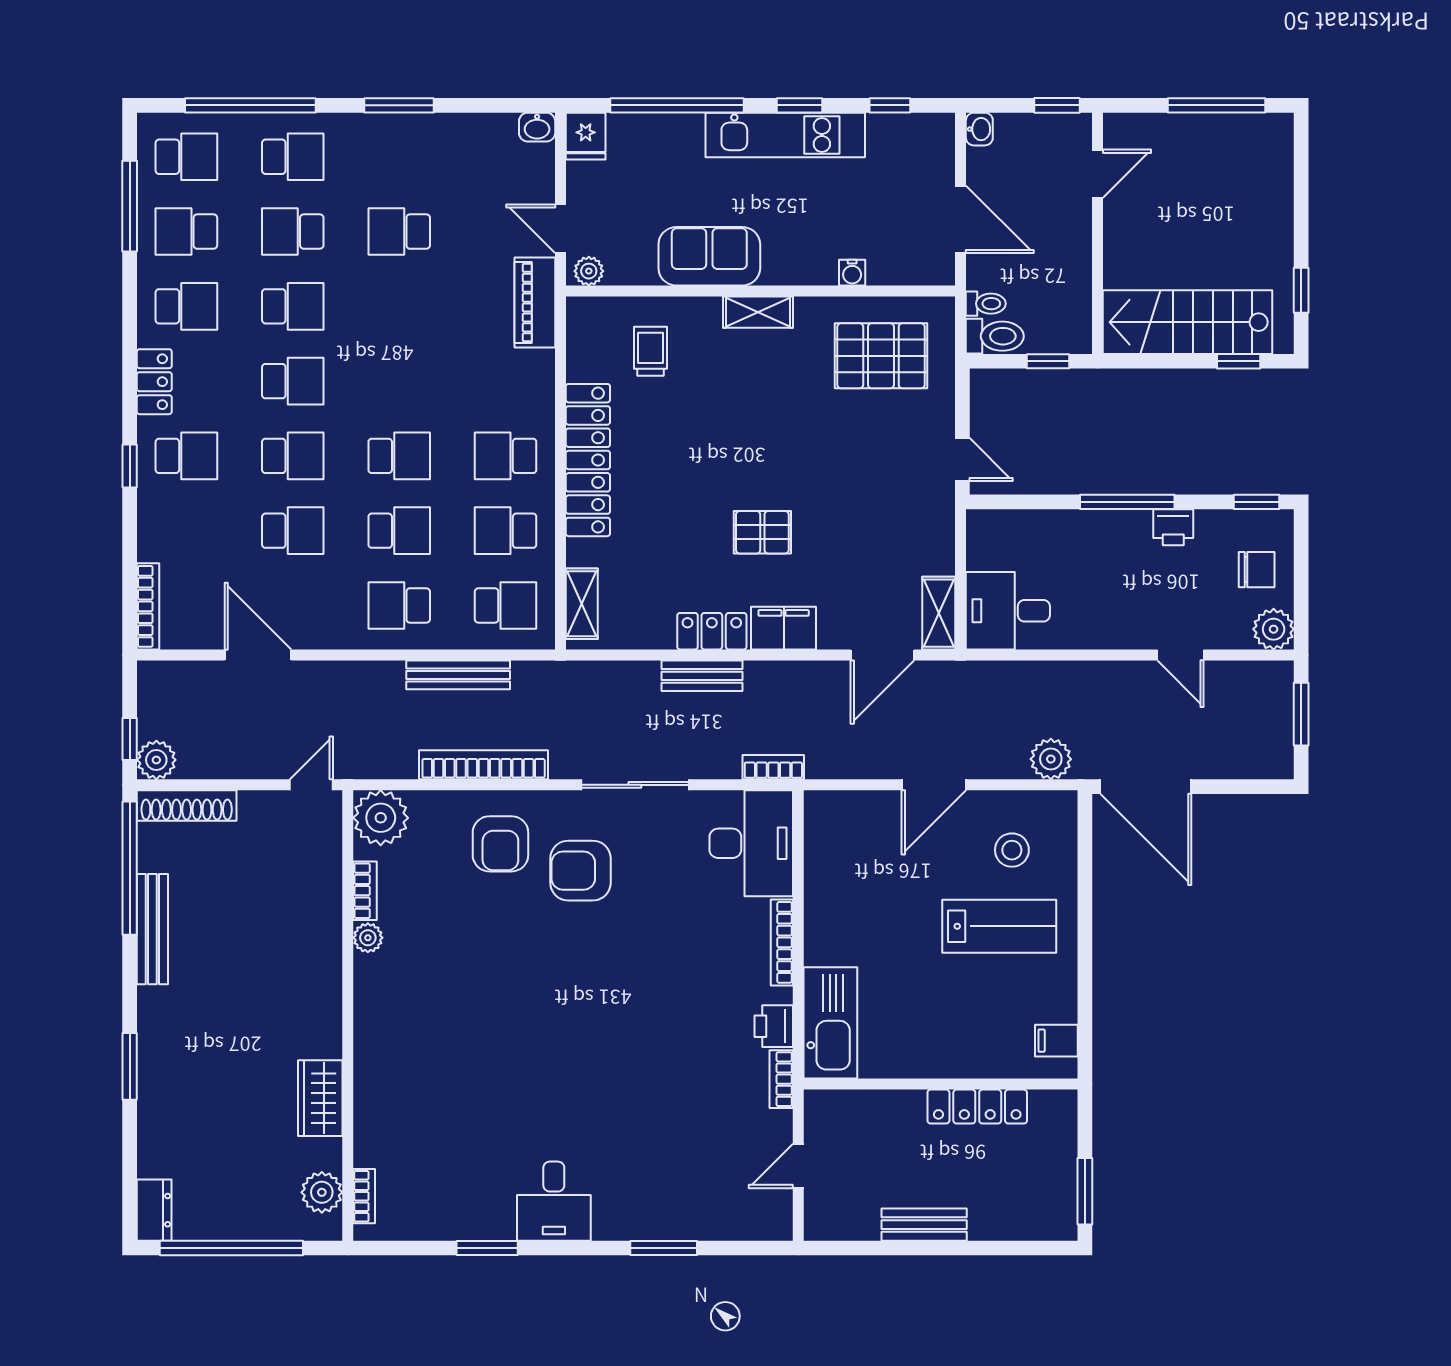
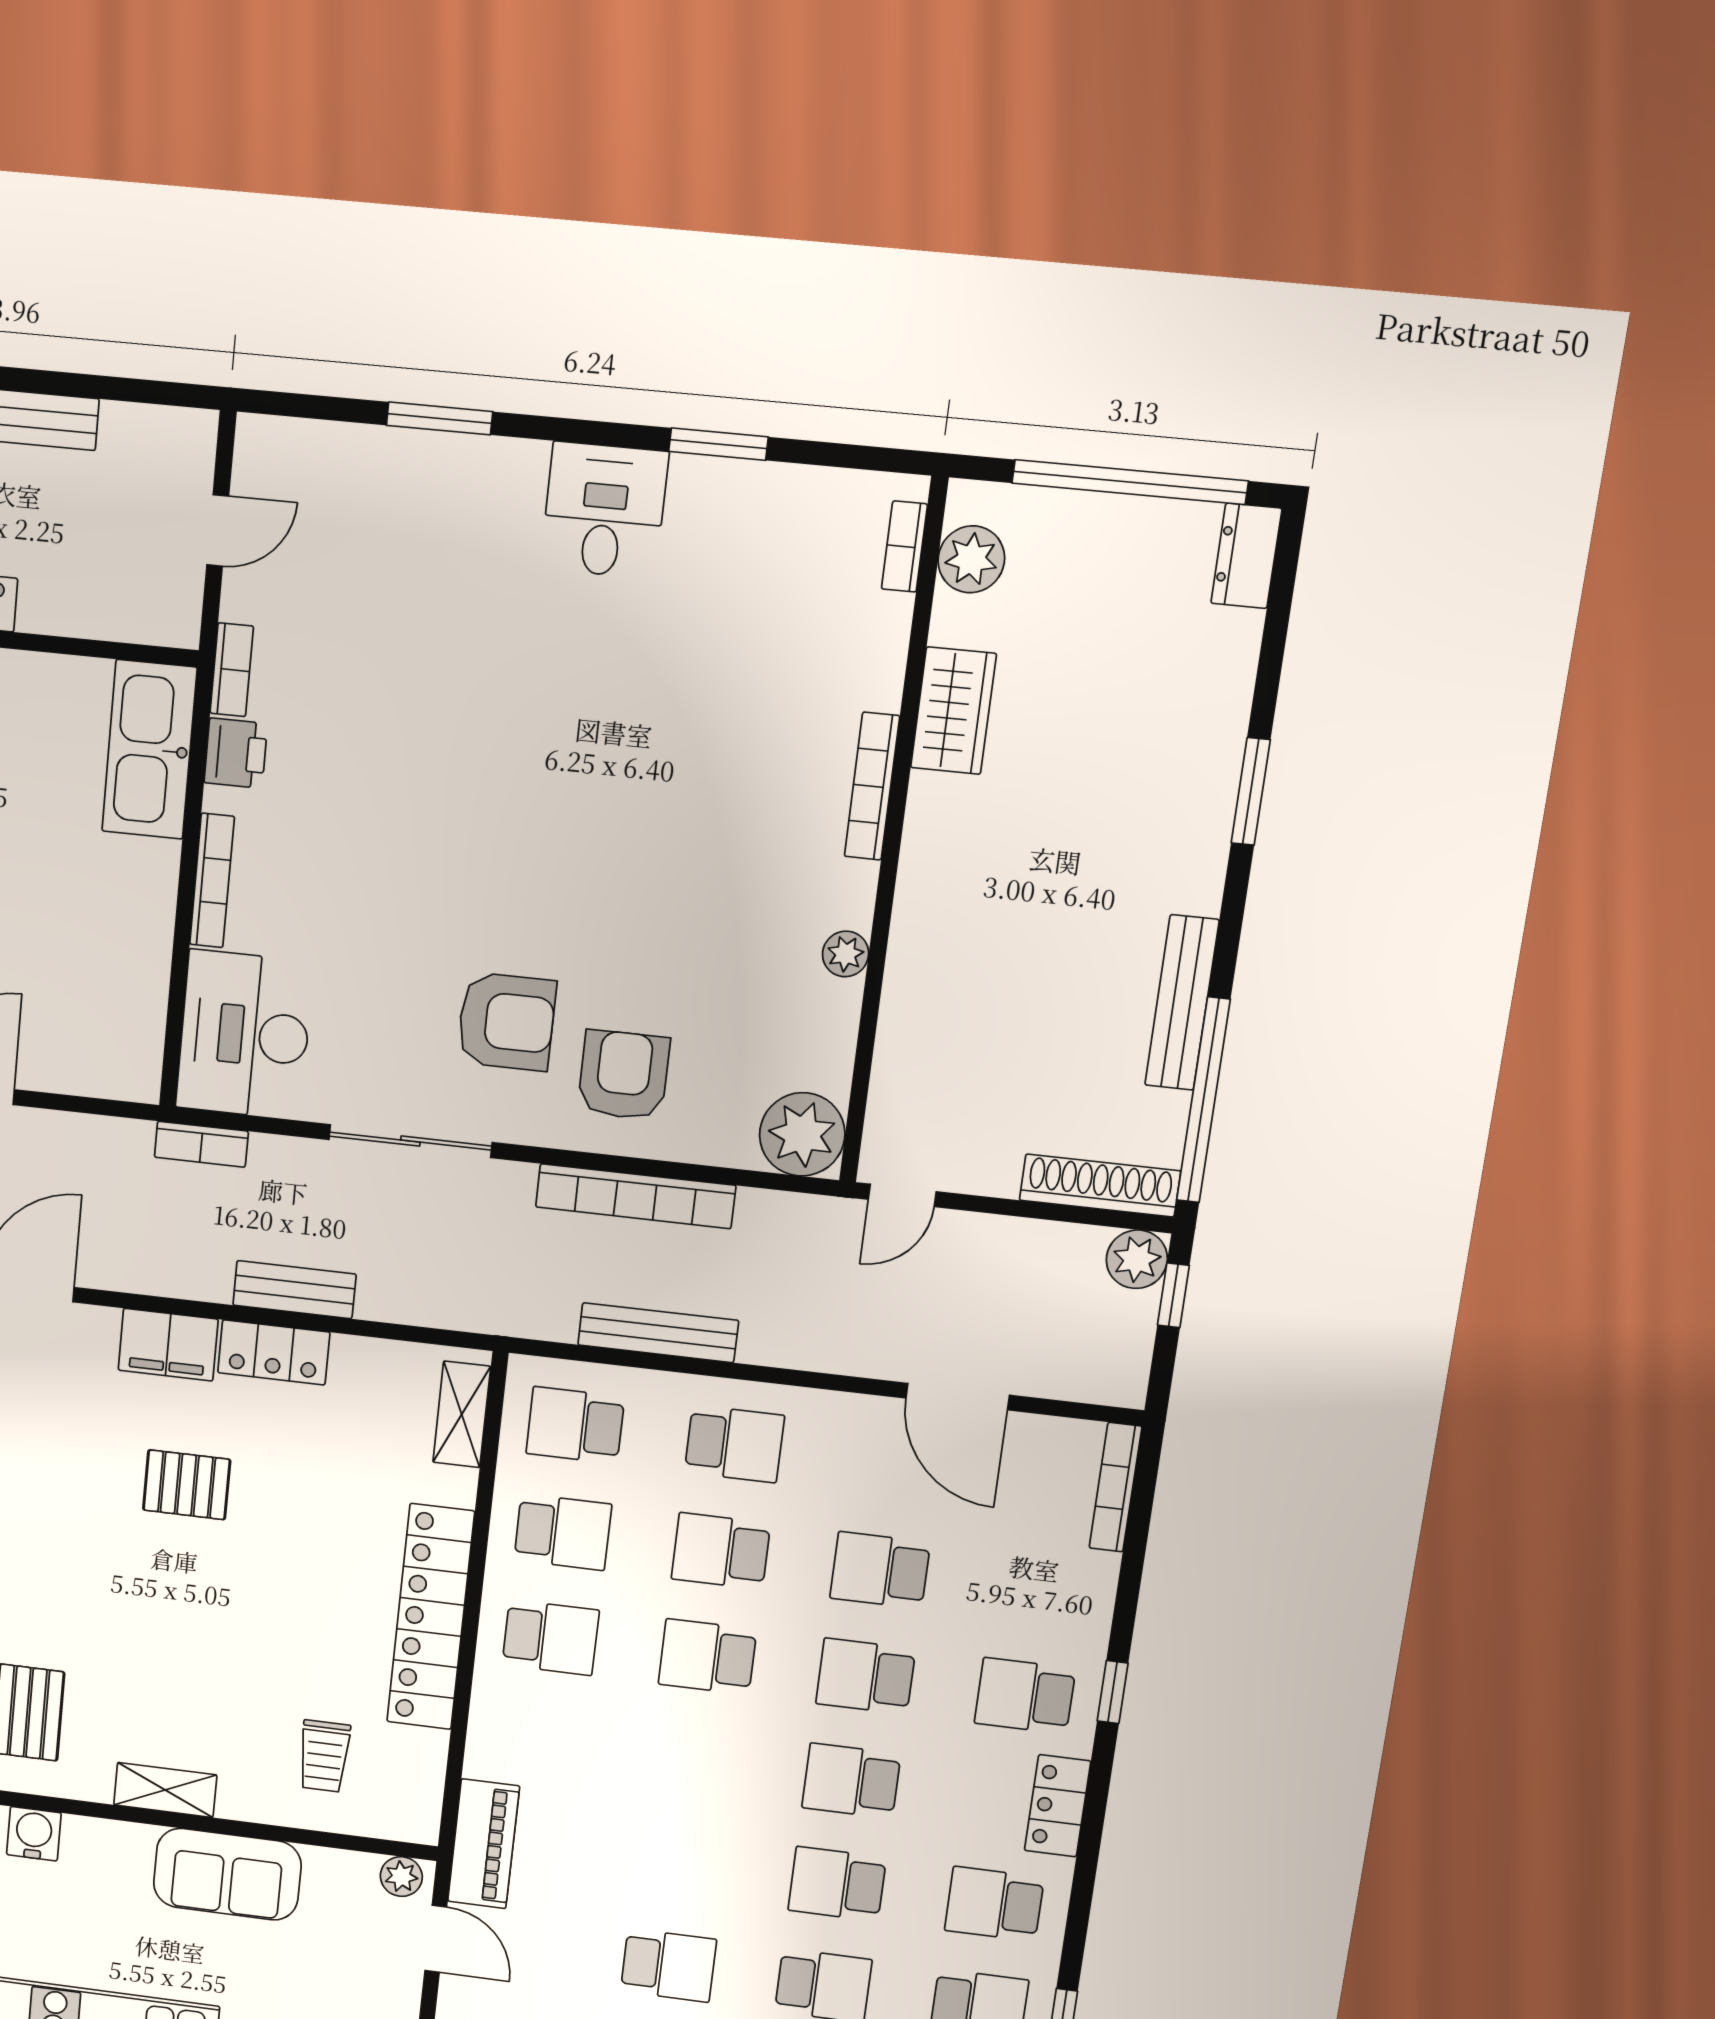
water cooler: (852, 273) -> (34, 1834), width x1.38, depth x1.38
bookcase: (365, 891) -> (872, 786), moved, width x1.56

